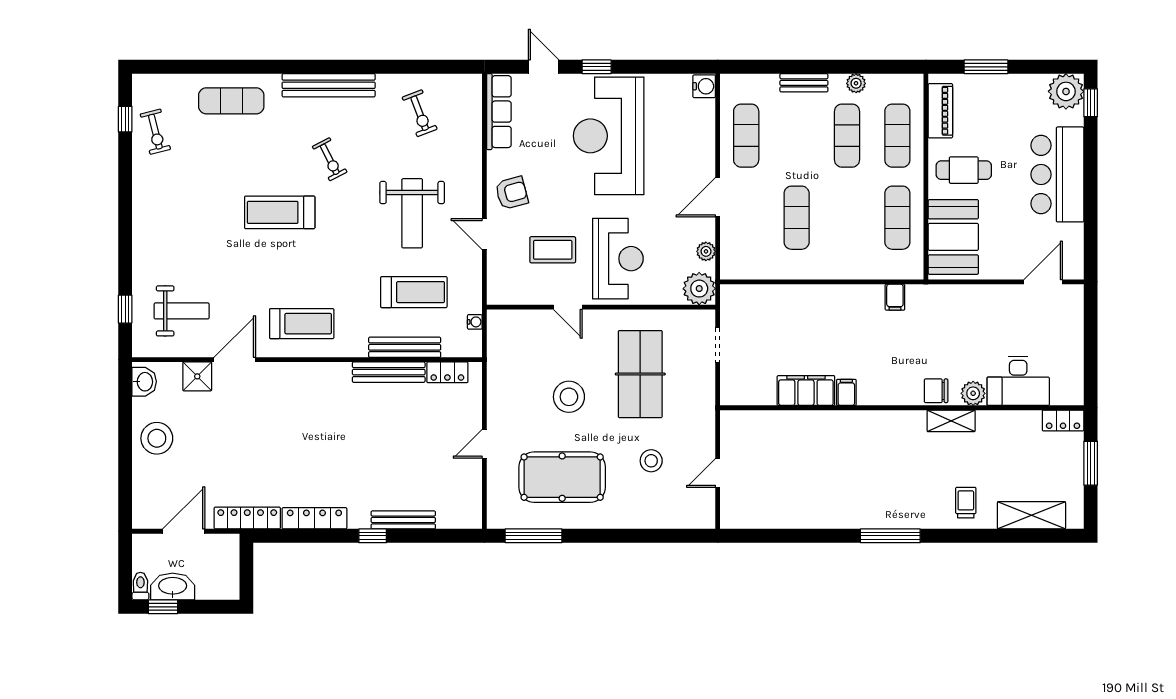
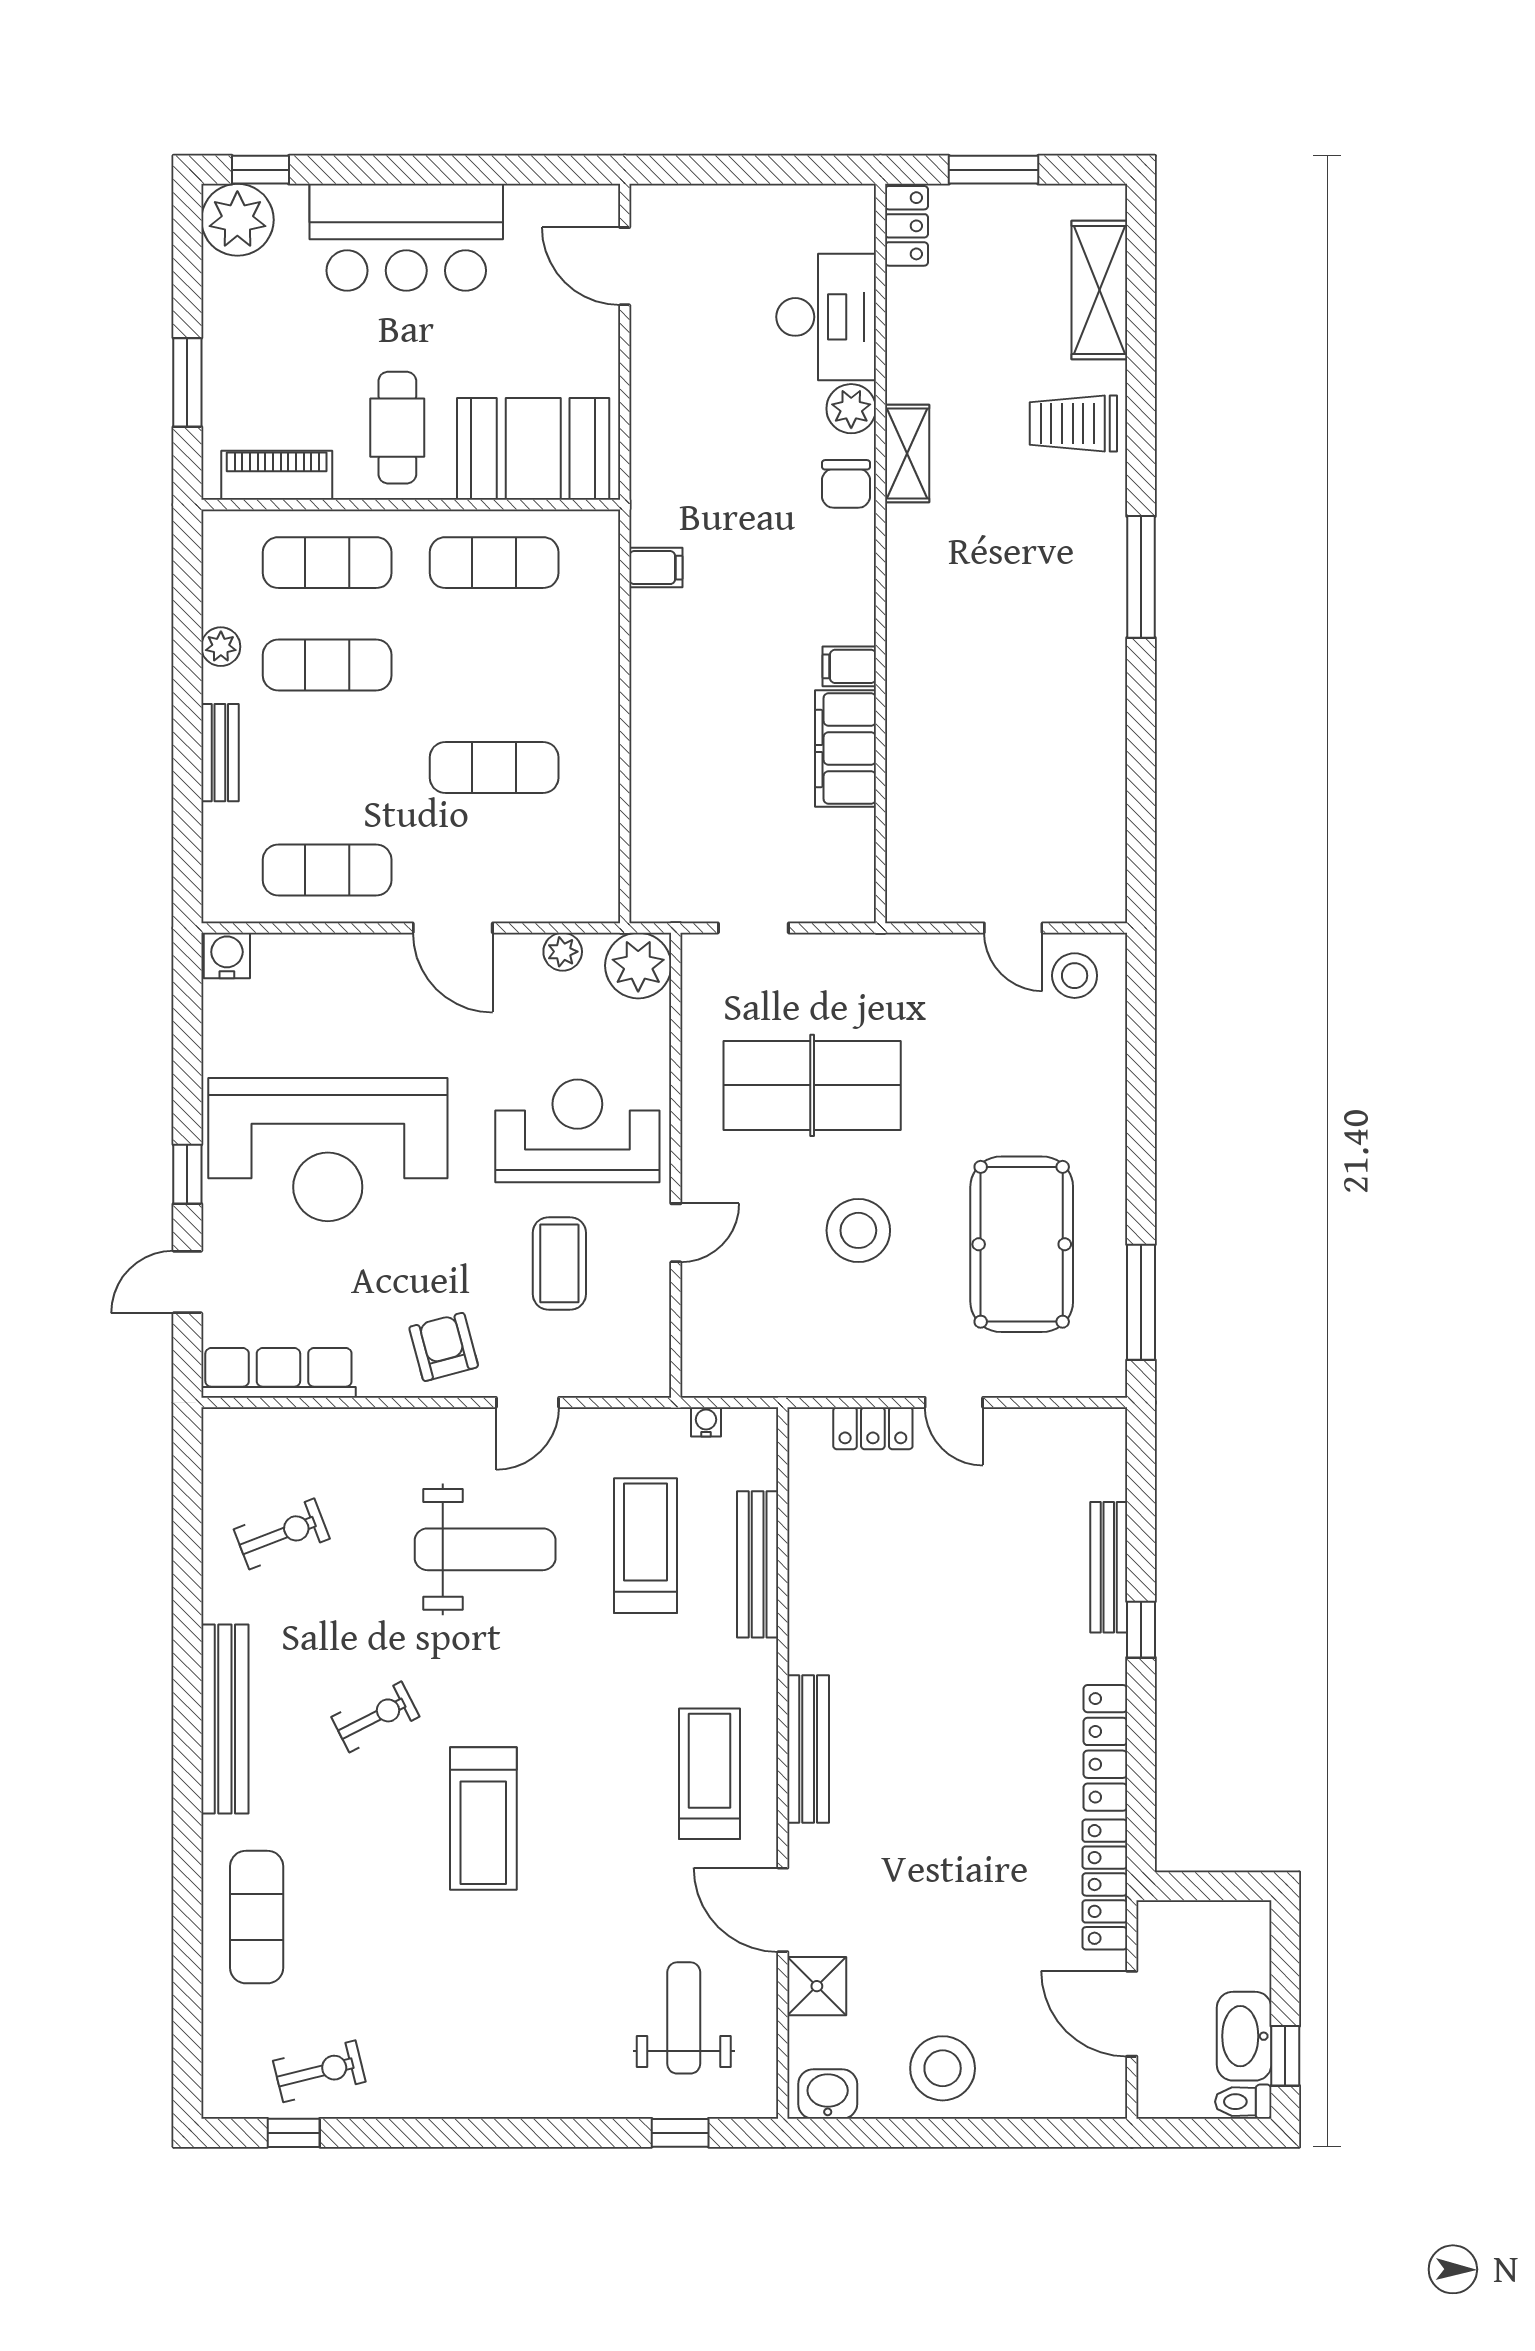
bench: (389, 372) -> (808, 1749), moved
locker: (447, 372) -> (873, 1428), moved, turned 90
stool: (651, 461) -> (1075, 976), moved
trolley: (966, 503) -> (1073, 424), width x1.36, depth x1.39

